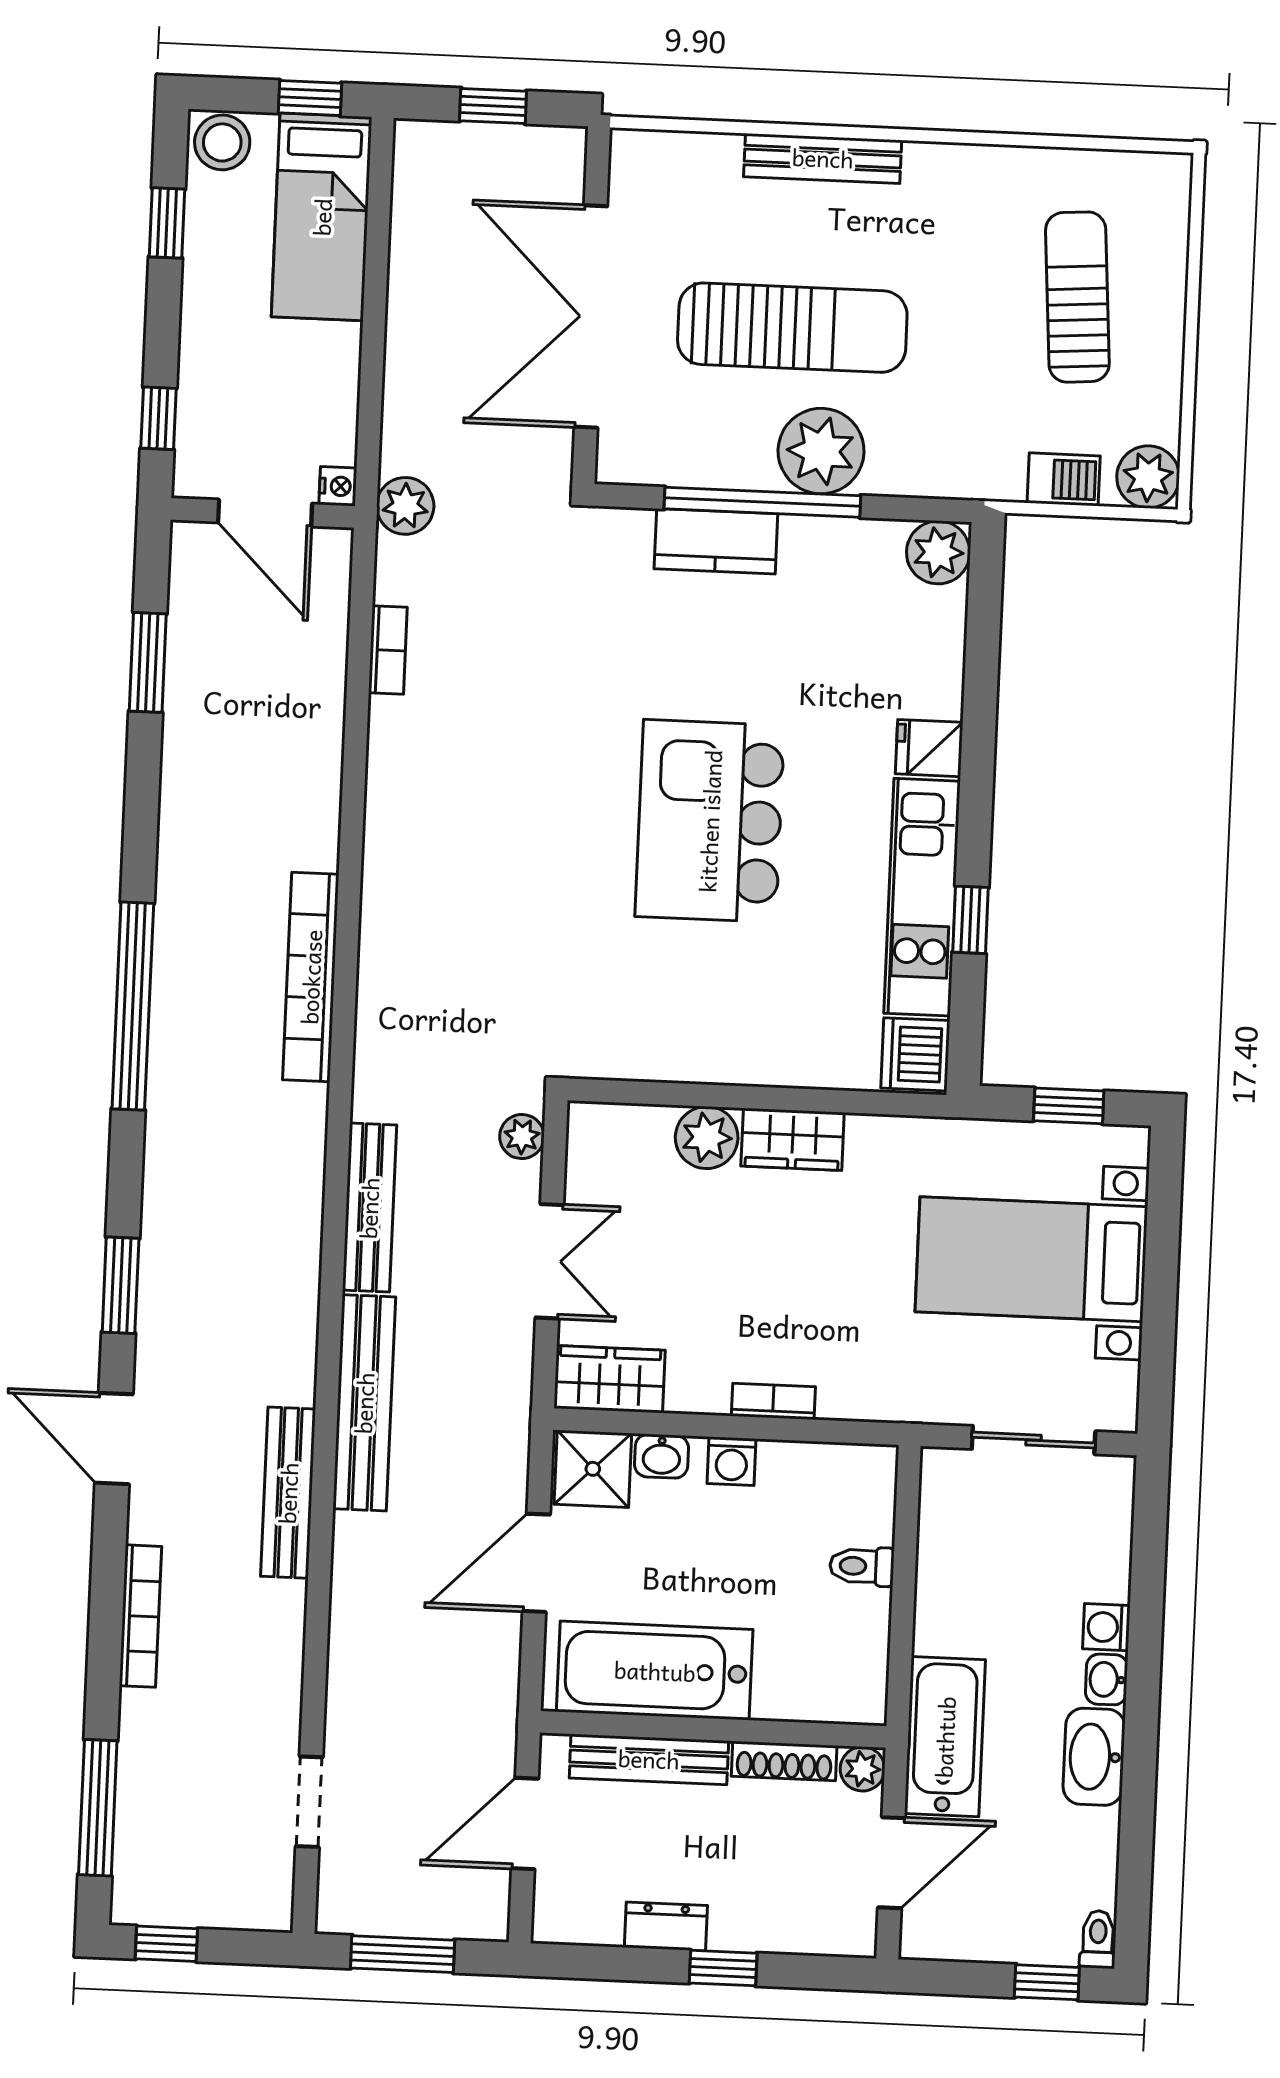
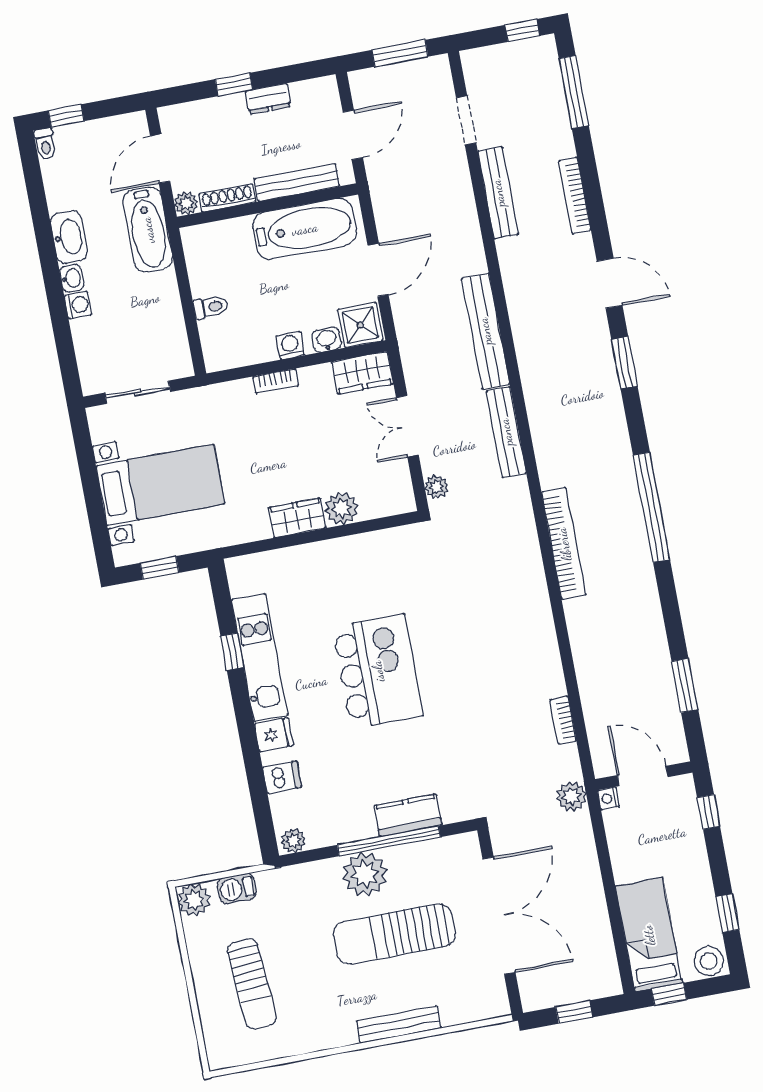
plant: (938, 552) -> (293, 841), width x0.73, depth x0.73
dishwasher: (915, 1054) -> (282, 777), moved, width x0.73
bench: (288, 1493) -> (498, 193), moved

